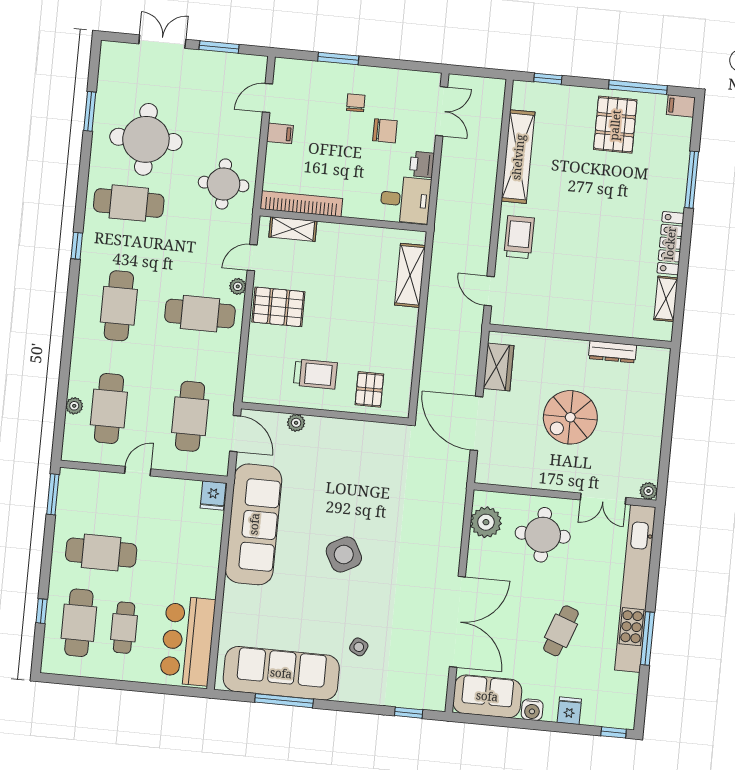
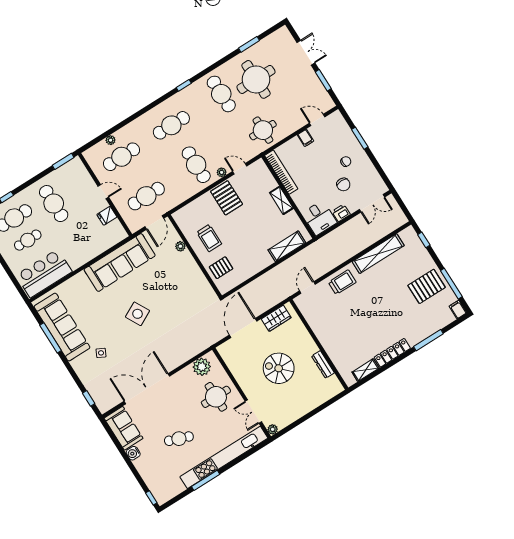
shelving: (293, 229) -> (281, 200), moved
fridge: (213, 496) -> (107, 216), moved
double door: (457, 622) -> (147, 389), swing flipped
fridge: (569, 711) -> (146, 470), removed

